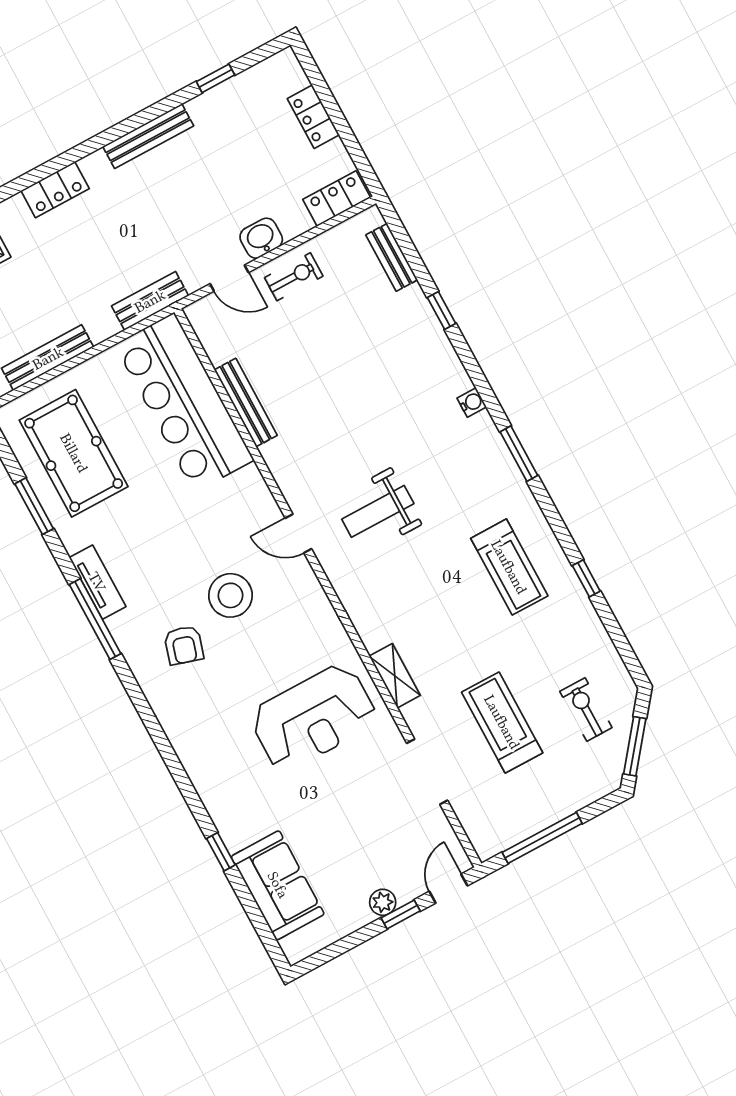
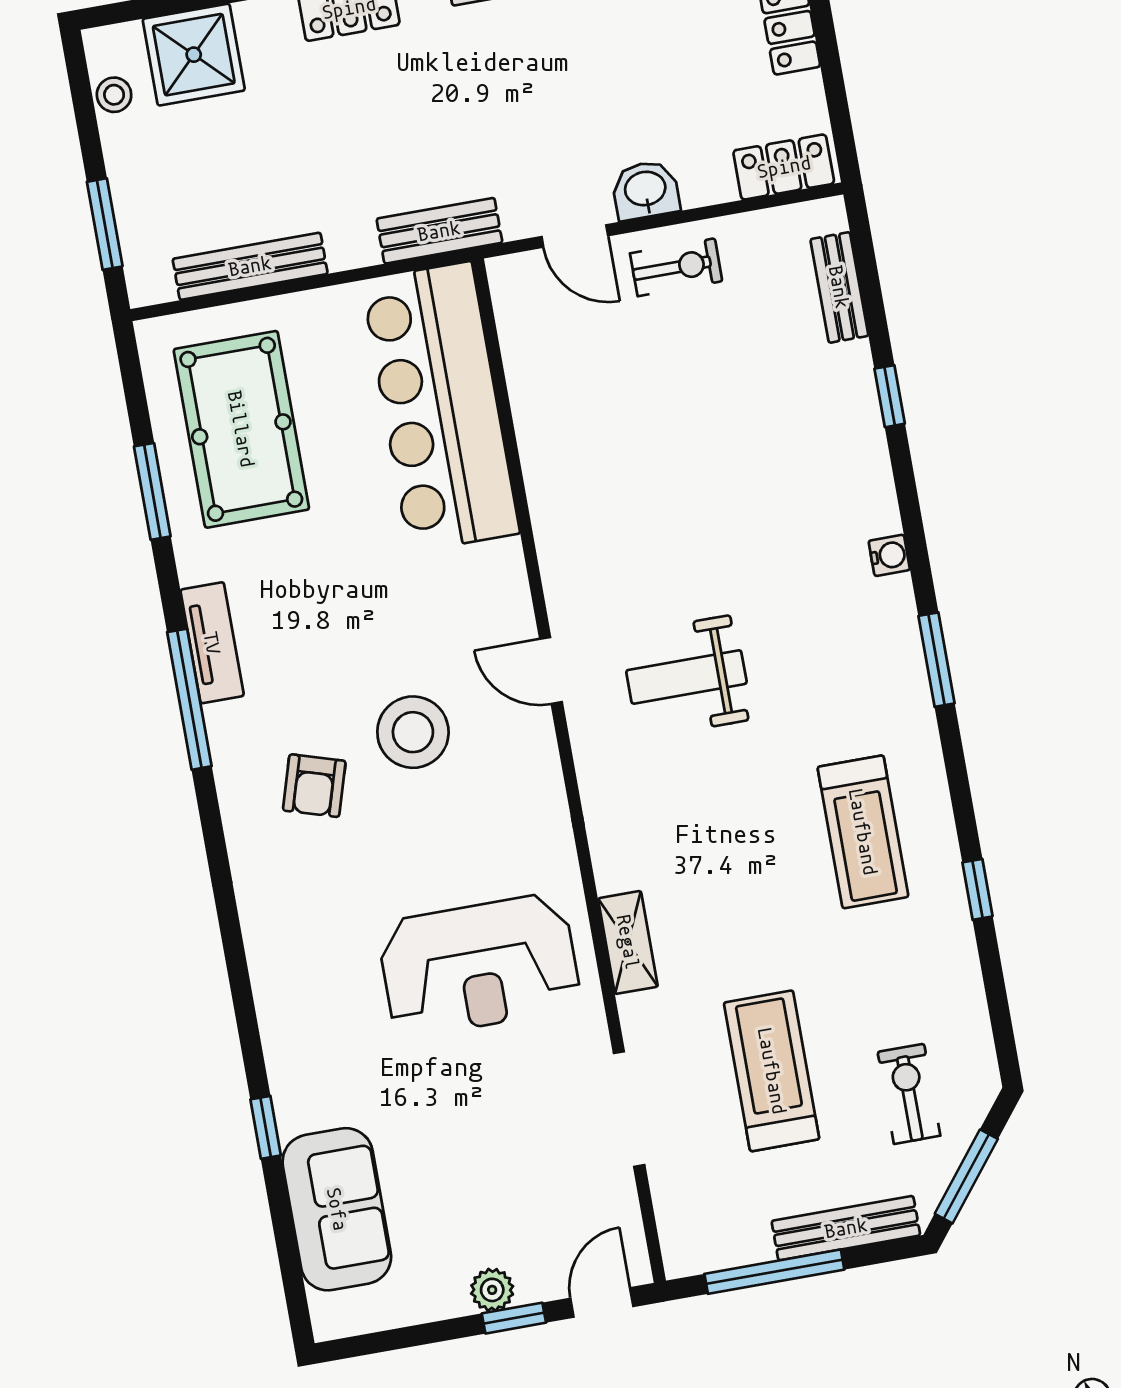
bench: (246, 403) -> (846, 1228), moved, turned 90

